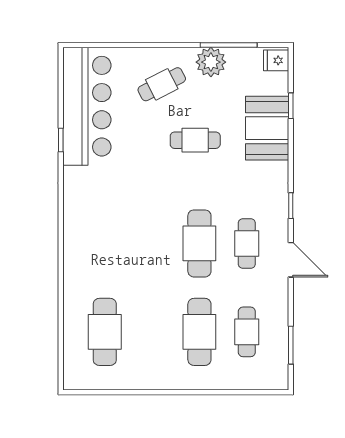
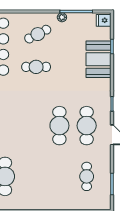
plant: (211, 62) -> (62, 17), width x0.53, depth x0.53
cafe table: (195, 140) -> (36, 67), moved
cafe table: (247, 243) -> (87, 126), width x1.37, depth x1.35
cafe table: (199, 332) -> (59, 176), removed

